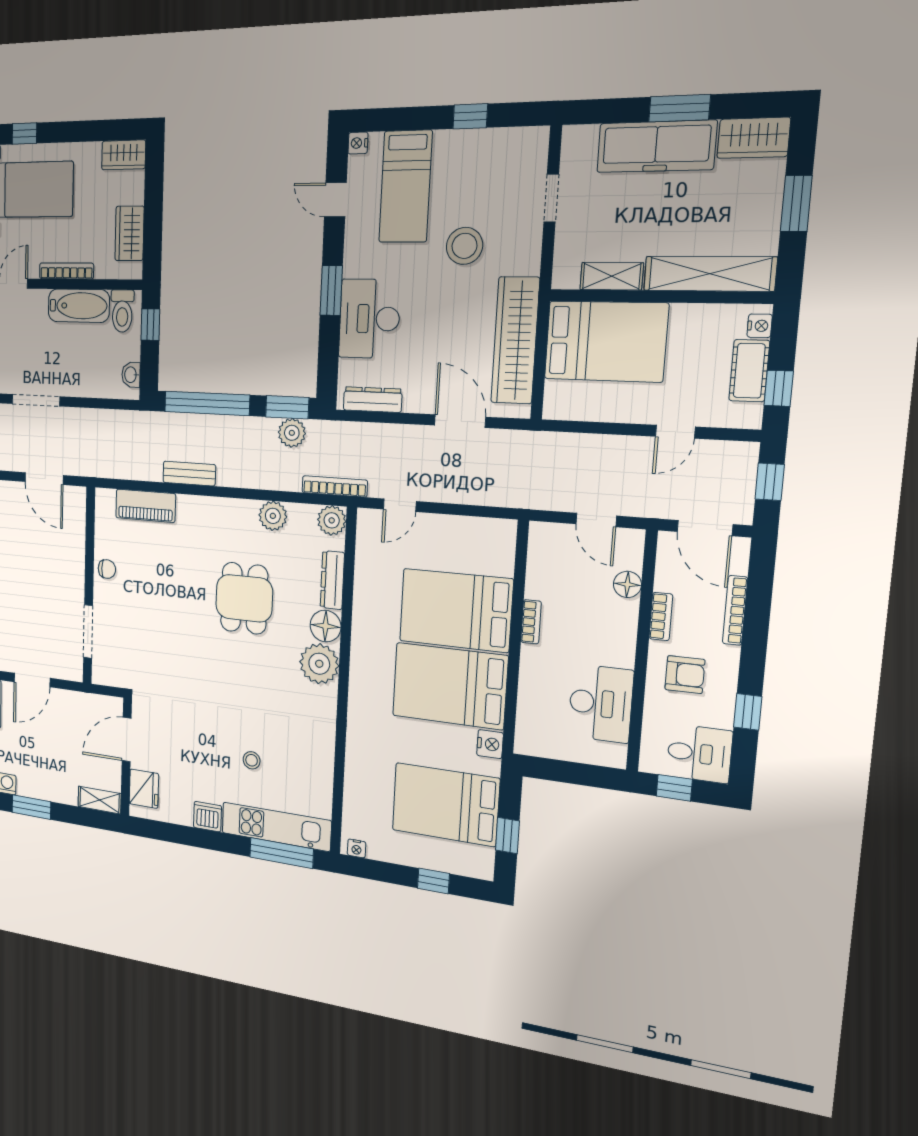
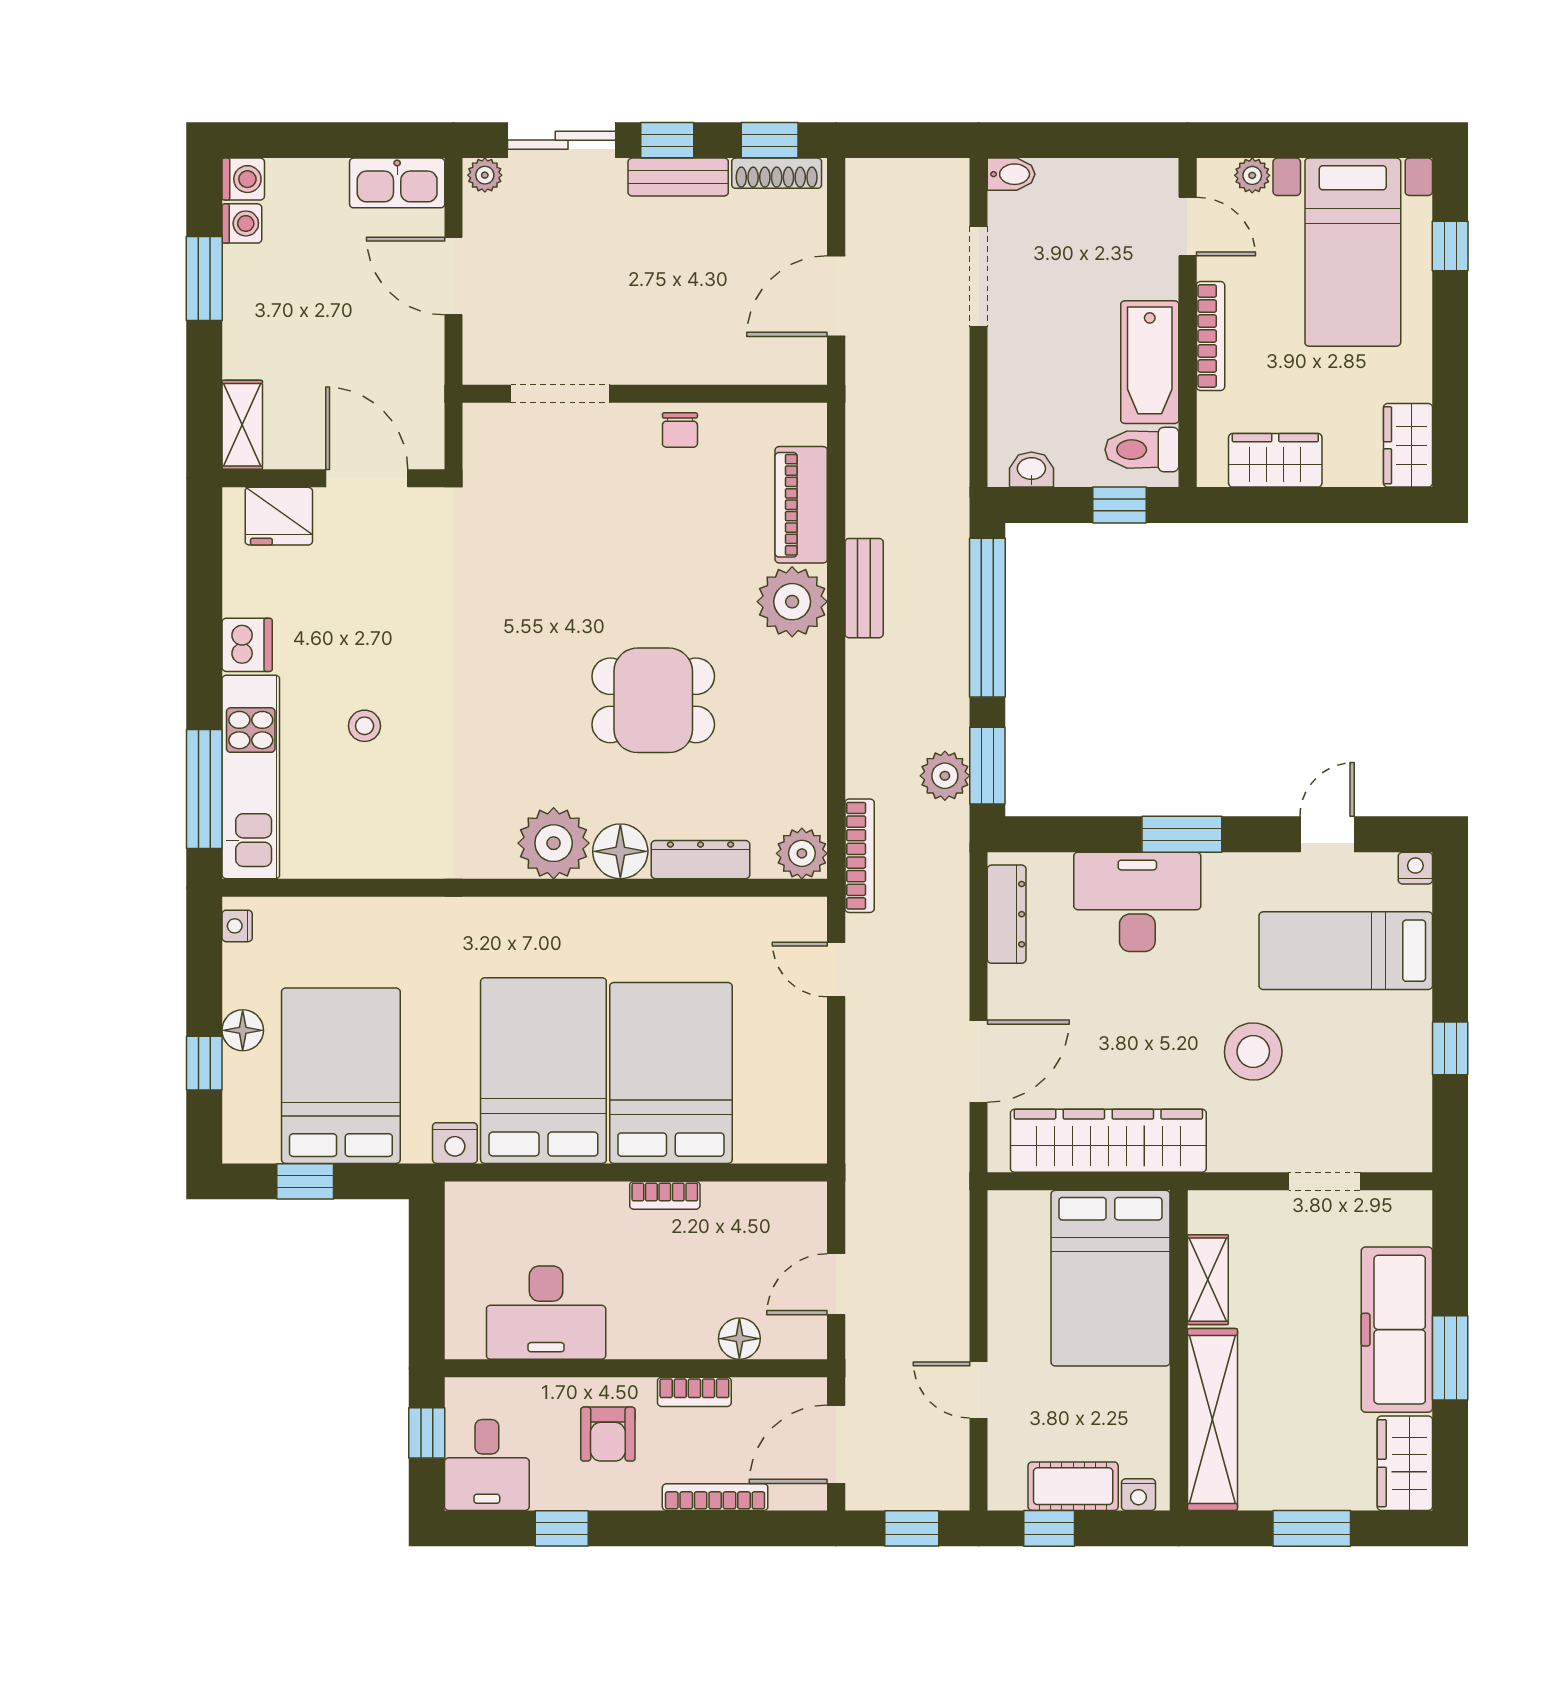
plant: (273, 516) -> (792, 602), moved, width x1.36, depth x1.36
floor lamp: (416, 856) -> (243, 1030), added

